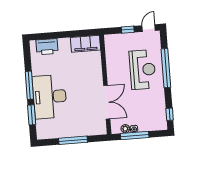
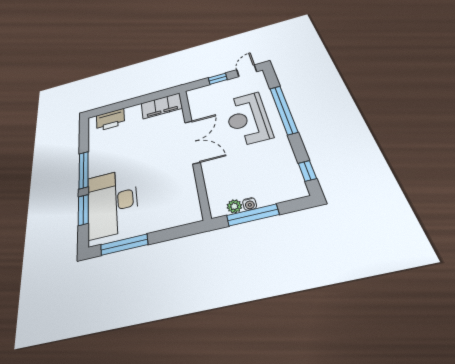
reception desk: (143, 70) -> (247, 119), turned 180
desk: (50, 97) -> (112, 202), moved
double door: (107, 102) -> (192, 142), moved
window: (73, 140) -> (124, 245), moved

